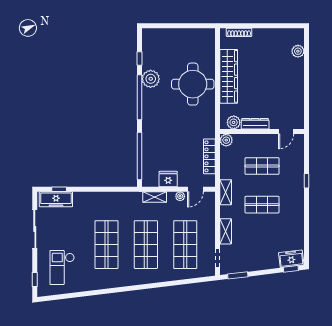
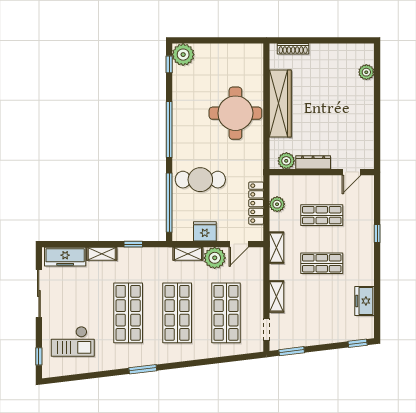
window: (139, 59) -> (169, 64), moved
plant: (151, 79) -> (183, 55), moved
cafe table: (165, 137) -> (200, 180), added
plant: (226, 140) -> (277, 204), moved
window: (59, 189) -> (133, 244), moved
plant: (180, 196) -> (215, 258), width x1.88, depth x1.88
shelving: (85, 197) -> (102, 254), added
freezer: (291, 259) -> (365, 301), moved, turned -83
checkout: (62, 267) -> (73, 341), turned -90
window: (118, 290) -> (143, 369), added

